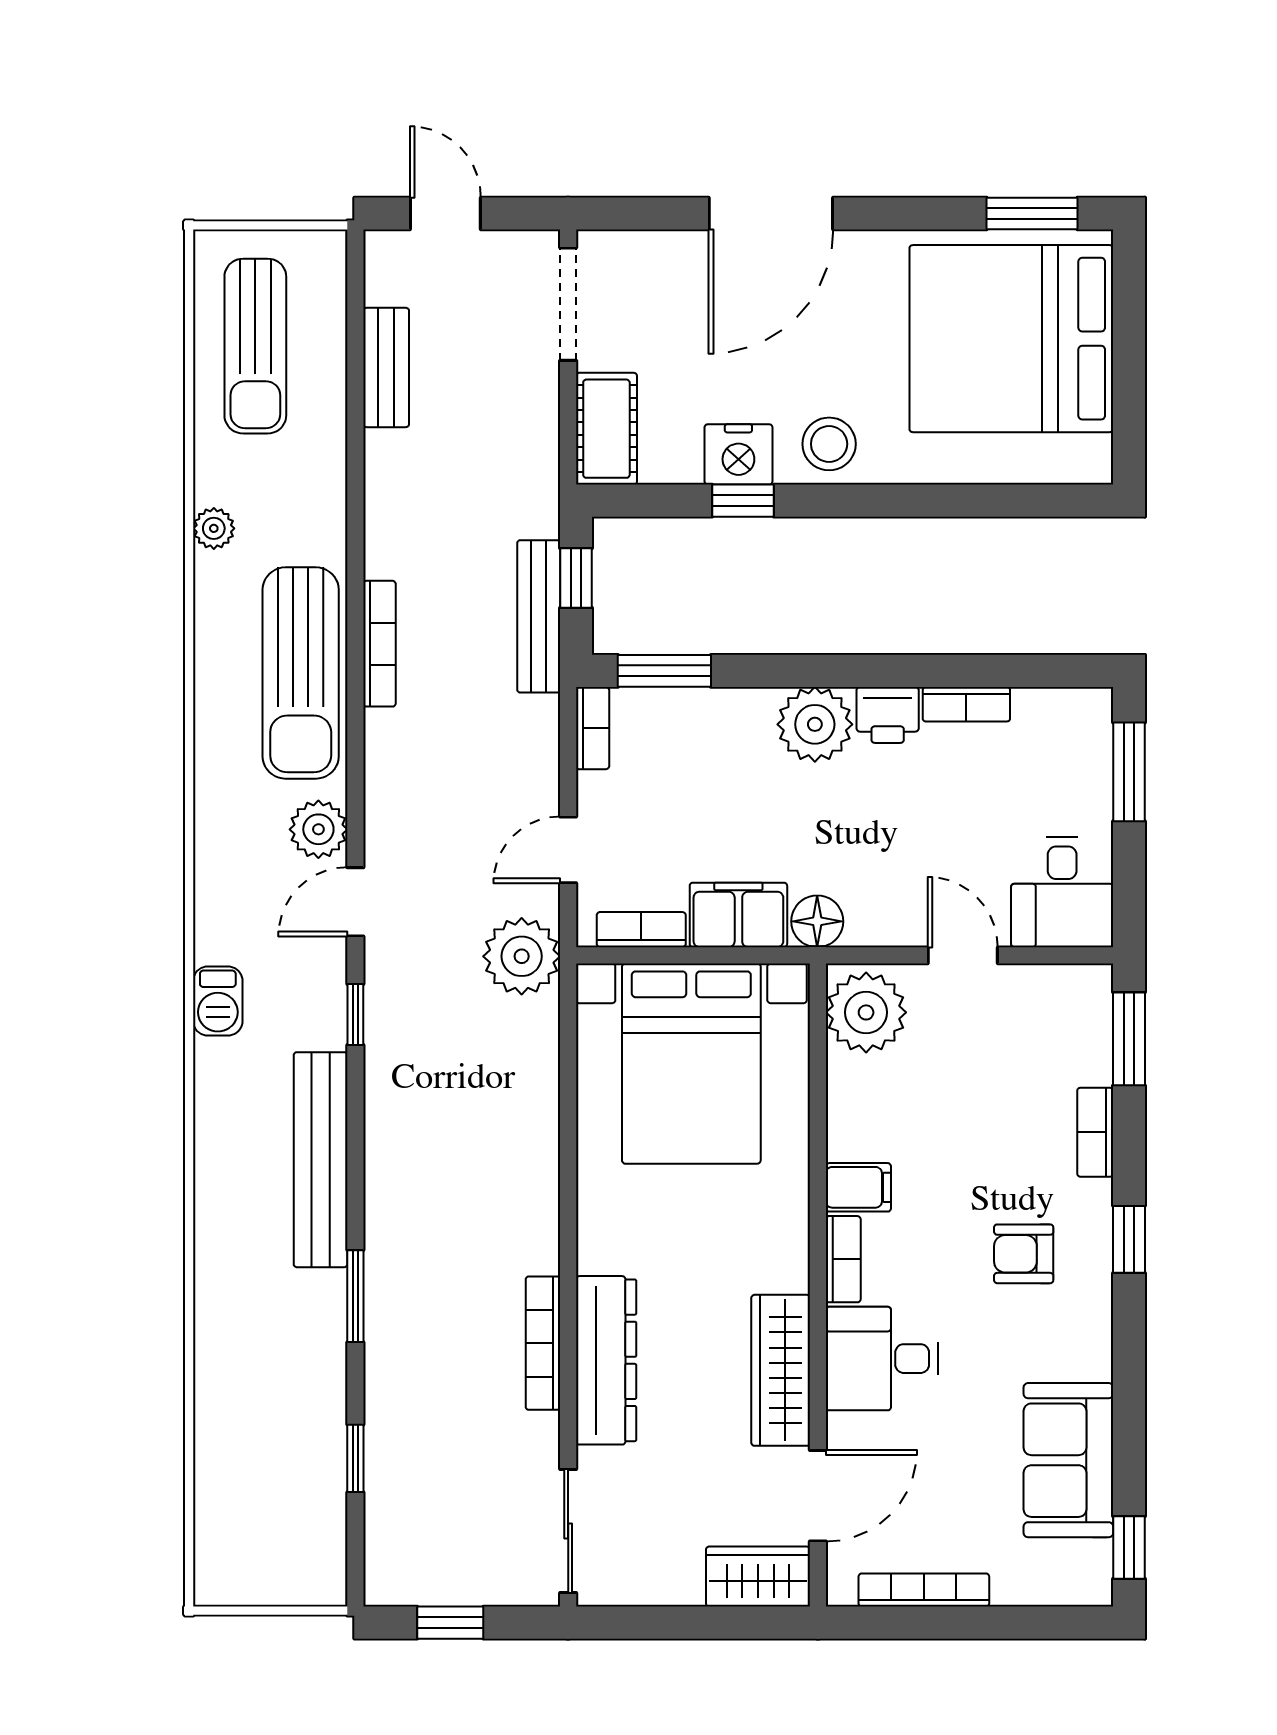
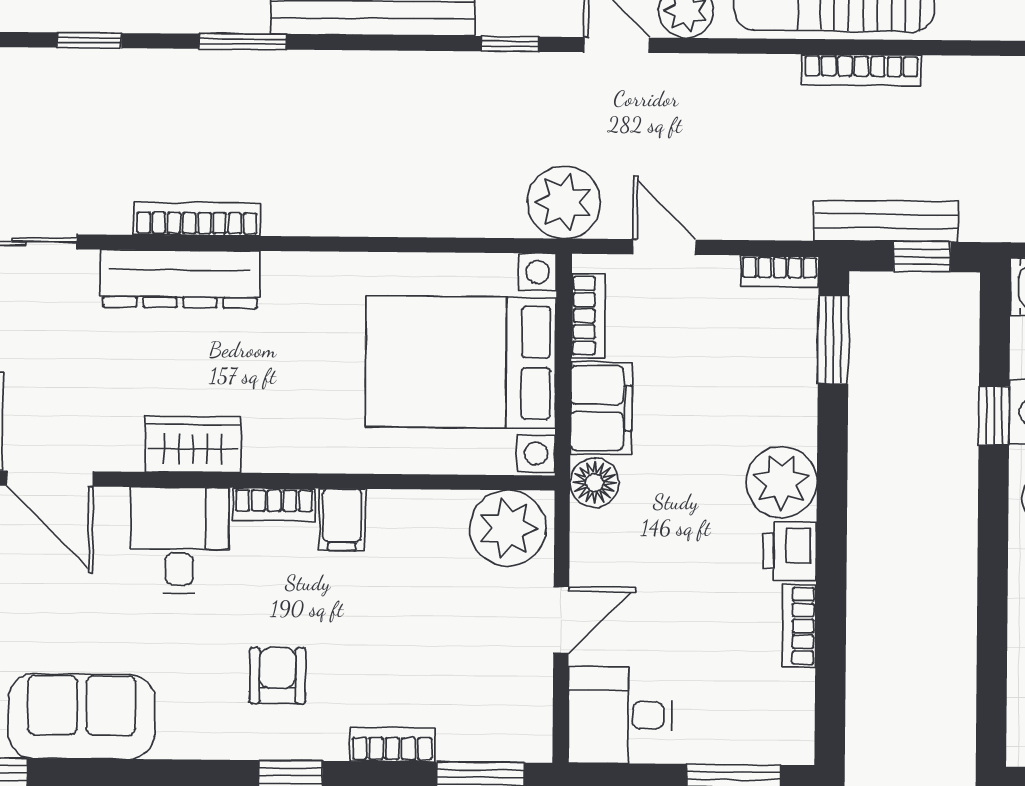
wardrobe: (781, 1370) -> (193, 445), width x0.67

